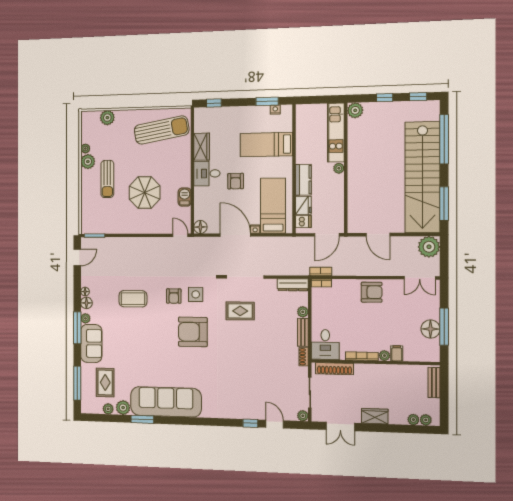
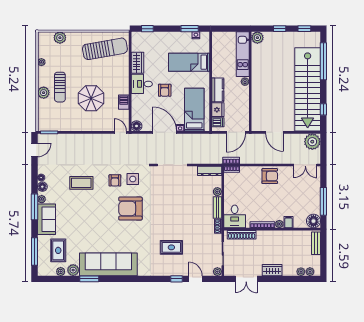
plant: (88, 162) -> (44, 93), moved
window: (444, 204) -> (323, 109), width x0.46
rug: (240, 311) -> (171, 247), moved
floor lamp: (430, 329) -> (313, 221), moved

